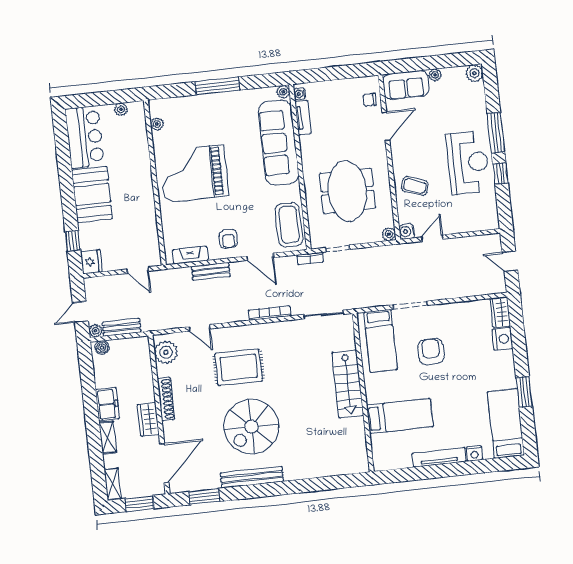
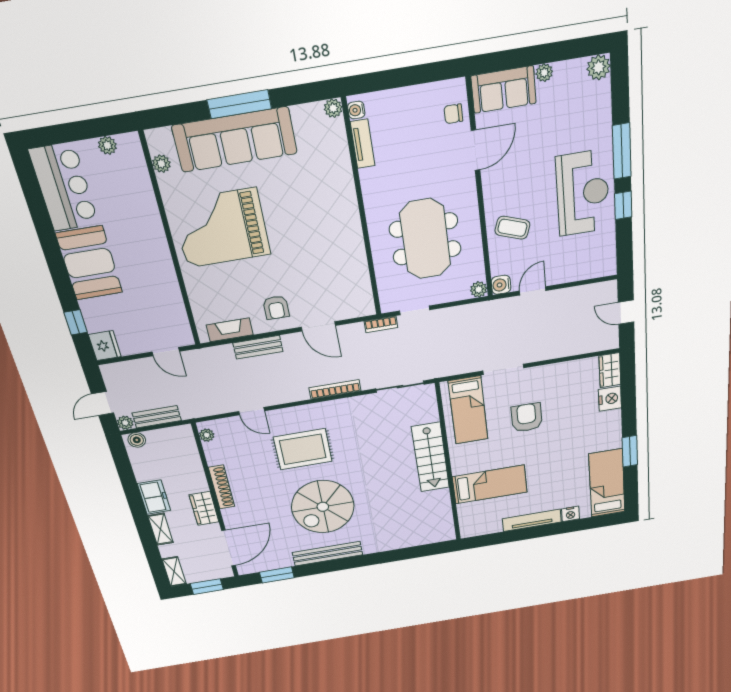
sofa: (278, 143) -> (235, 140), moved, turned -90
coffee table: (289, 225) -> (352, 286), removed
plant: (166, 352) -> (207, 435), width x0.53, depth x0.53

